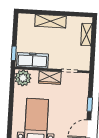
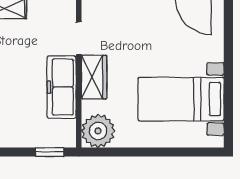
freezer: (32, 60) -> (62, 87), moved

